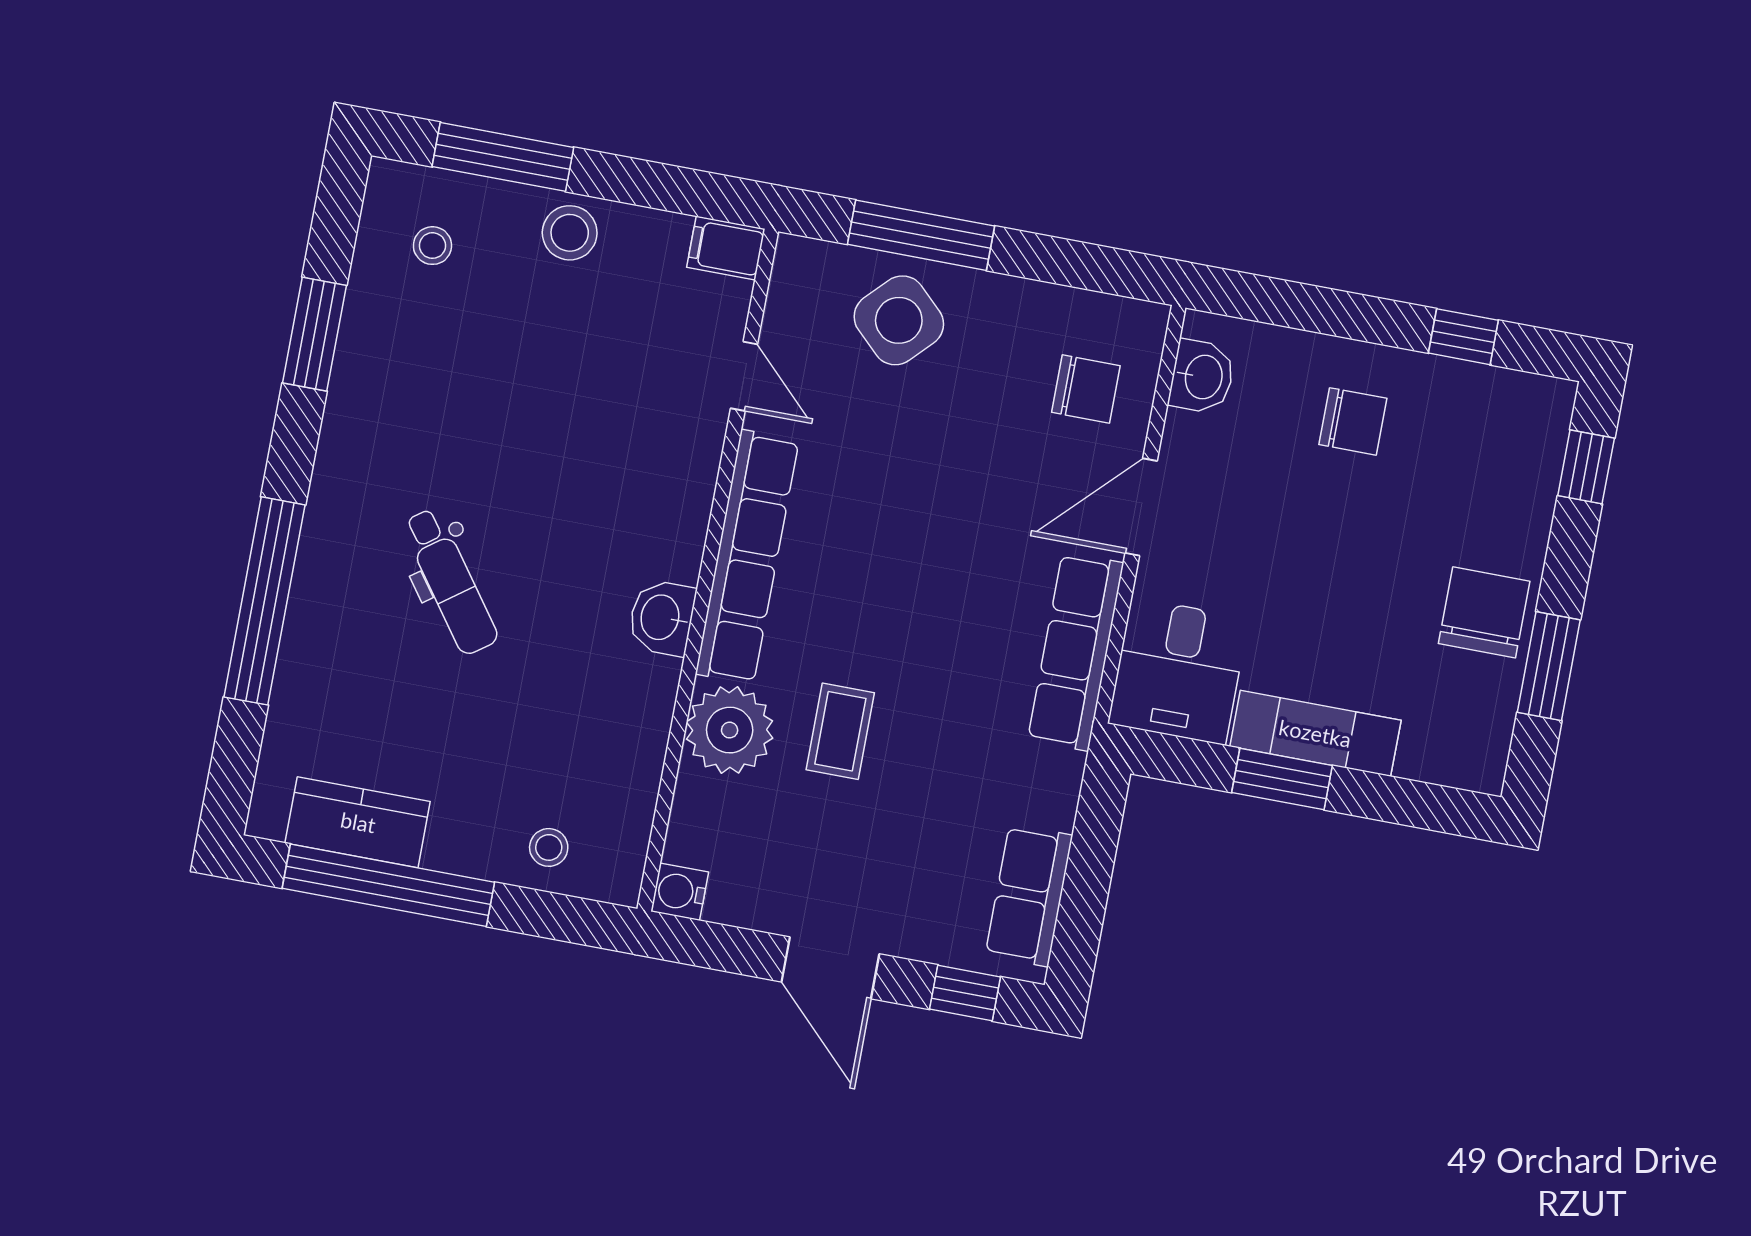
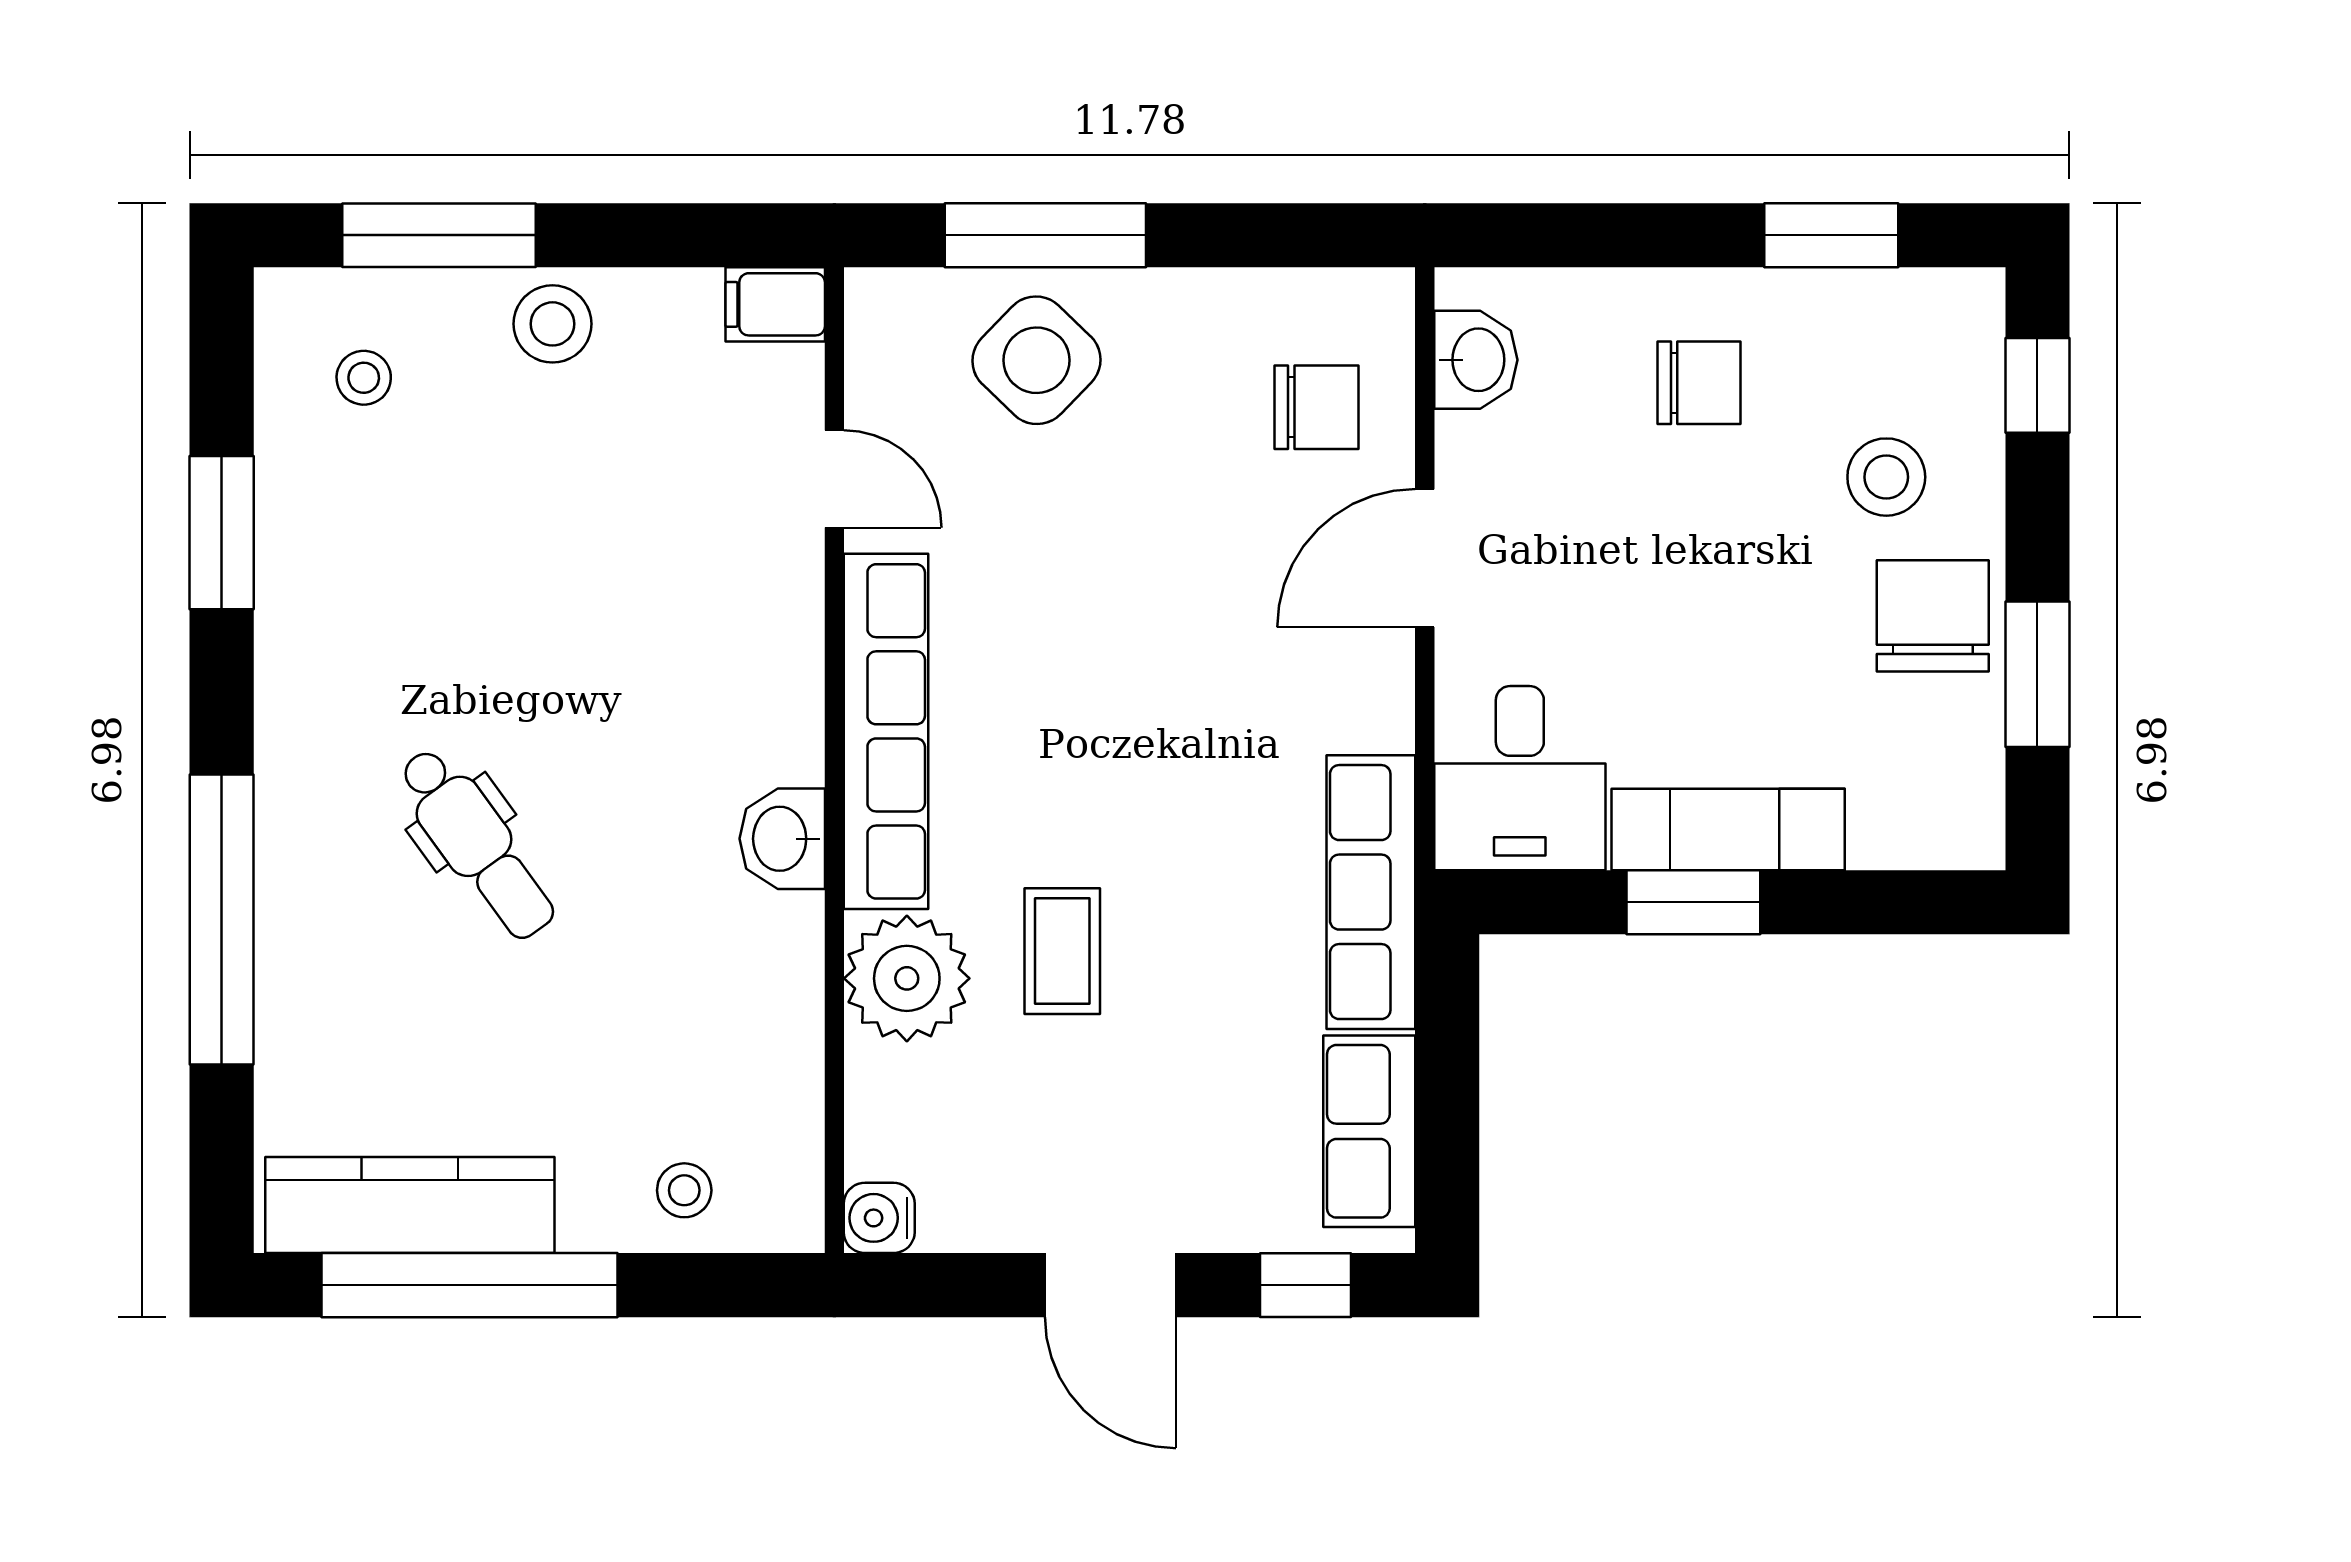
window: (1463, 337) -> (1831, 235), width x1.50
stool: (1470, 511) -> (1886, 477), added
row of seats: (1076, 652) -> (1371, 892), moved
kitchen counter: (358, 822) -> (410, 1205), width x1.50

